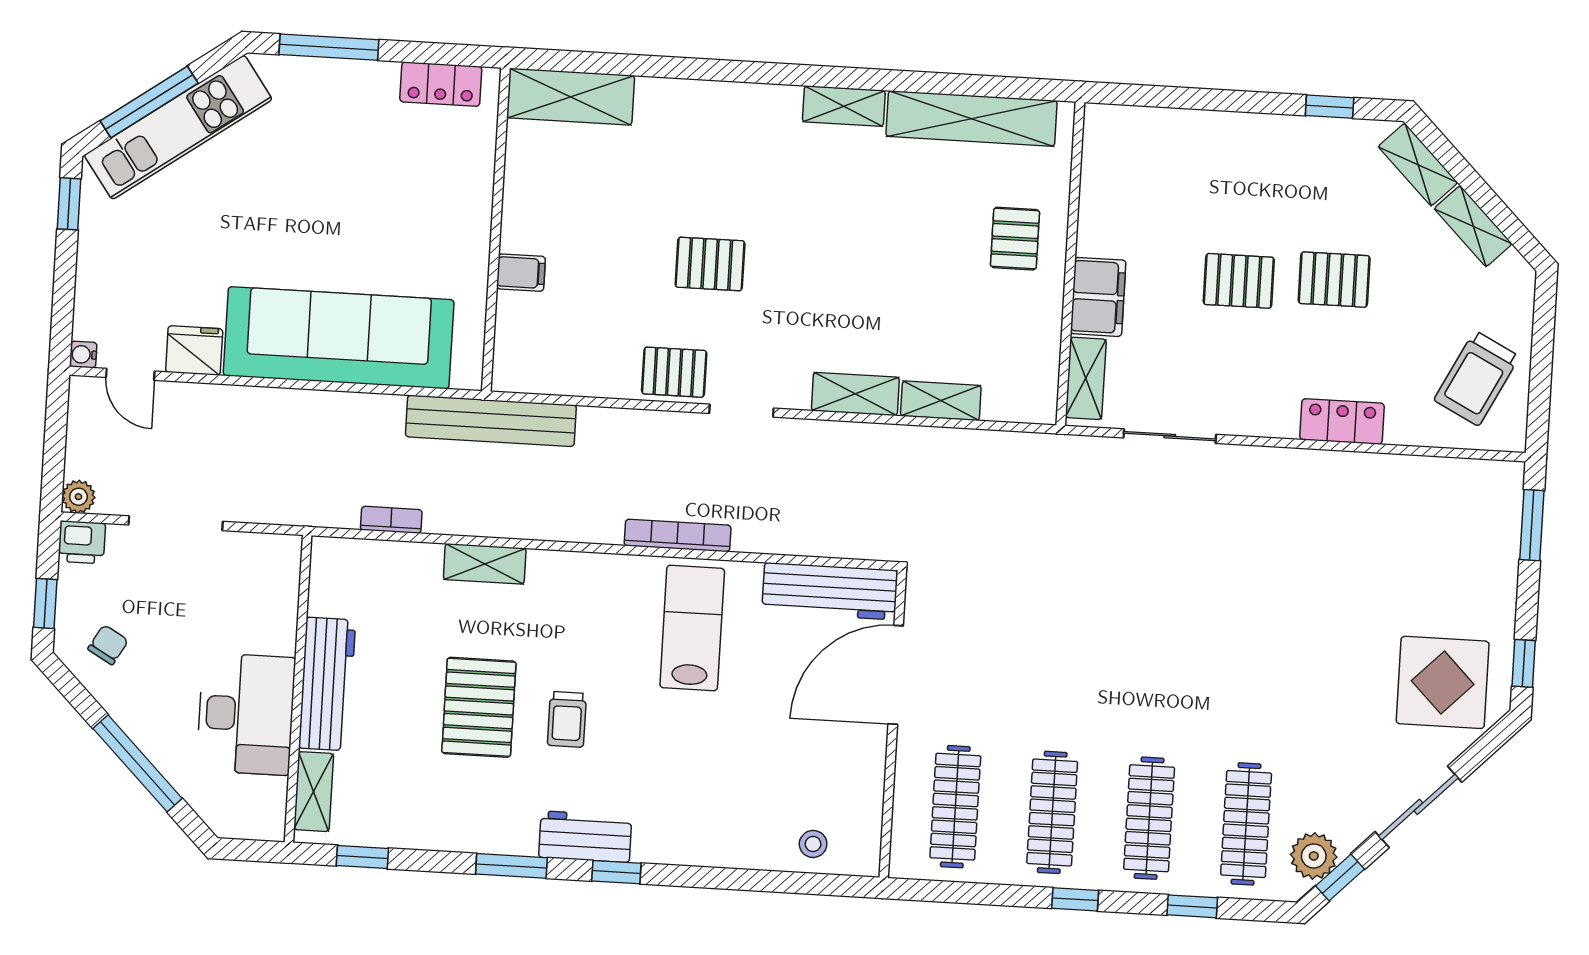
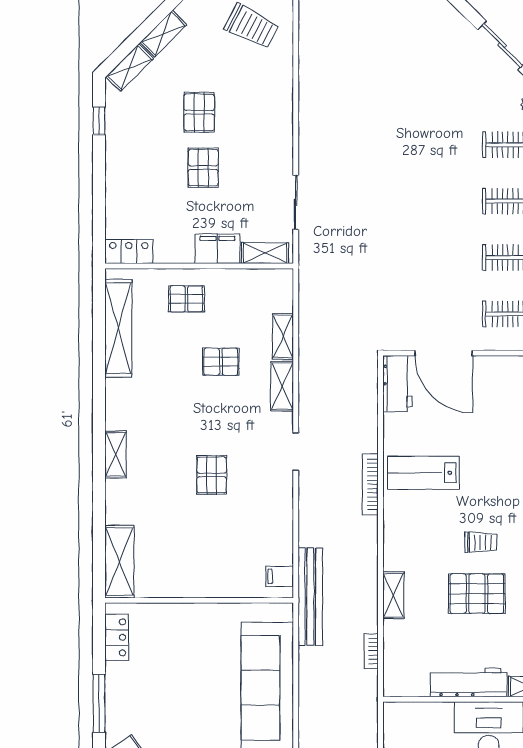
shelving: (844, 106) -> (115, 454), moved
filing cabinet: (521, 273) -> (280, 576), moved, turned -90
pallet: (674, 372) -> (221, 362), moved, turned 90
locker: (1342, 421) -> (129, 252), moved, turned 90
workbench: (830, 591) -> (397, 384), width x0.73
display table: (1443, 682) -> (429, 36), removed

